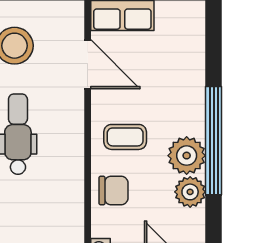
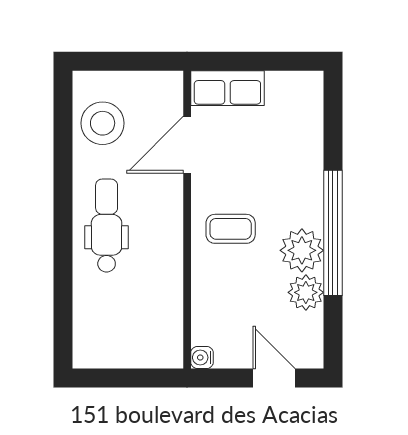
door: (88, 64) -> (187, 145), swing flipped
chair: (114, 191) -> (217, 291), removed

